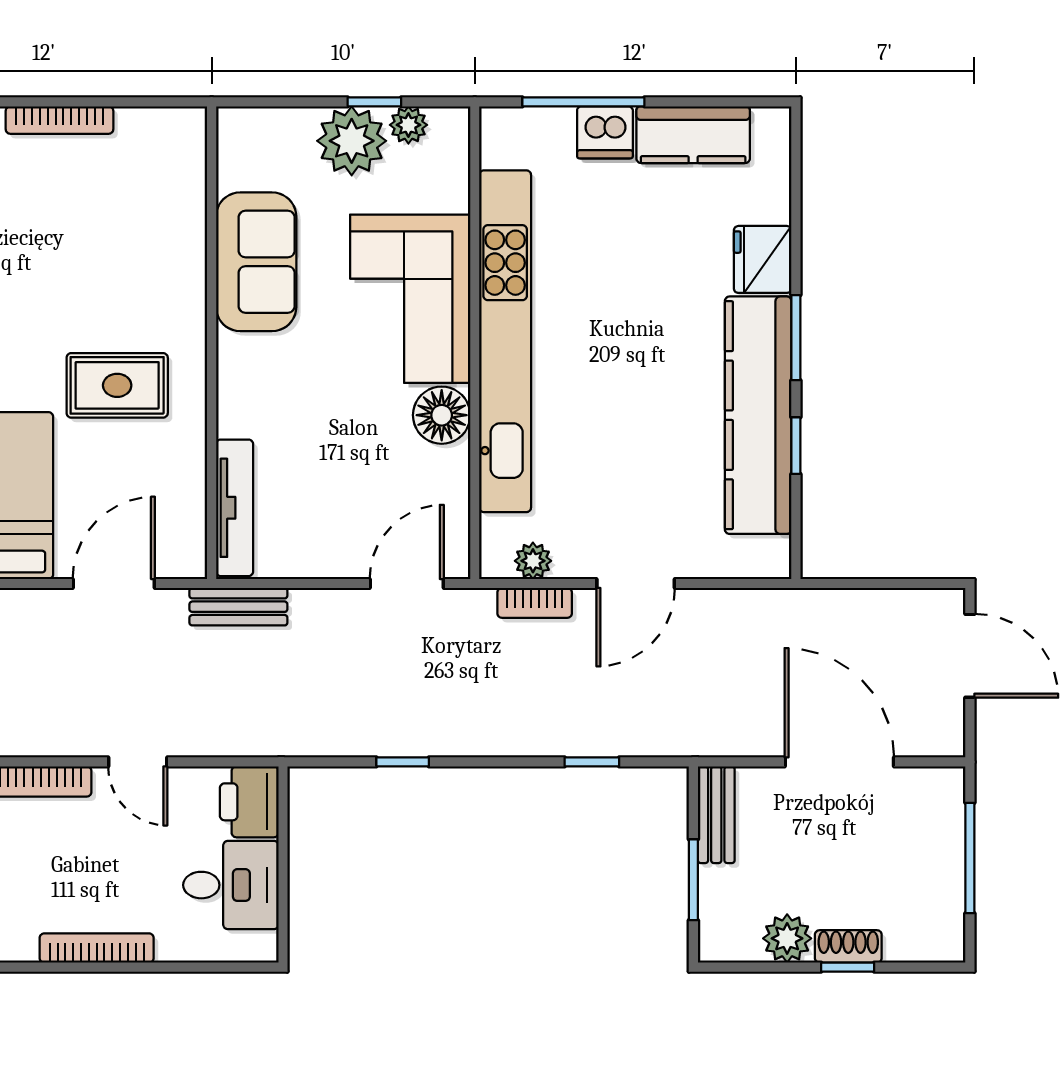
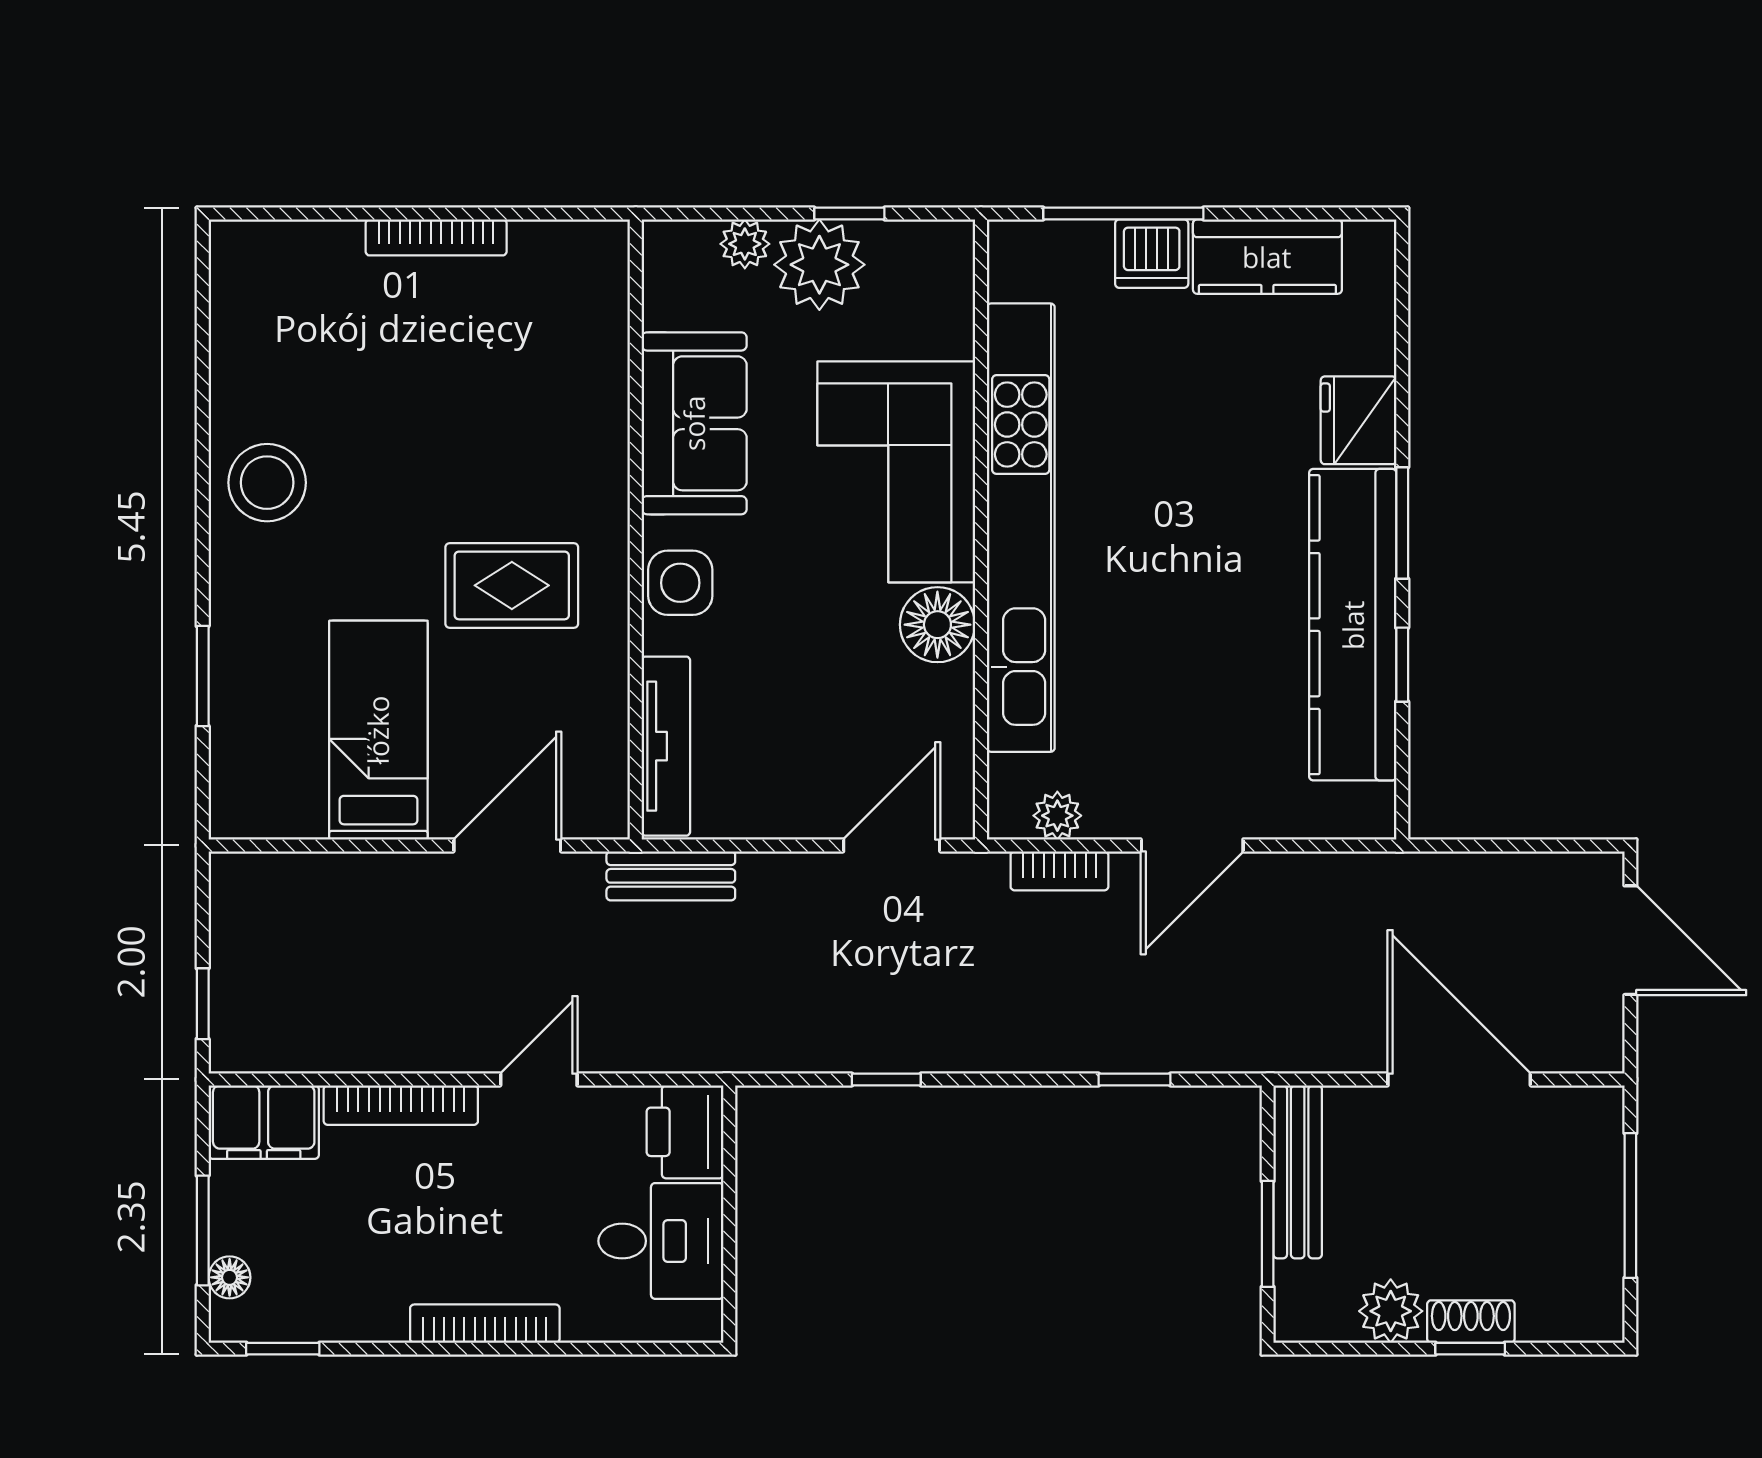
plant: (408, 125) -> (745, 244), moved
side table: (246, 383) -> (680, 583), added
door: (138, 762) -> (539, 1079), swing flipped
bench: (716, 815) -> (1298, 1172), width x1.36

